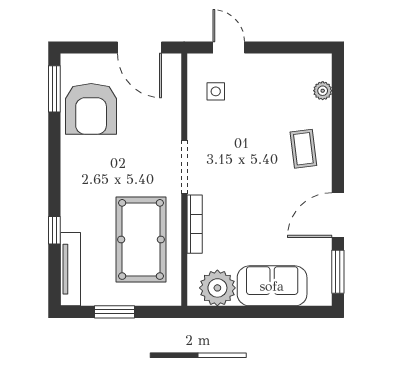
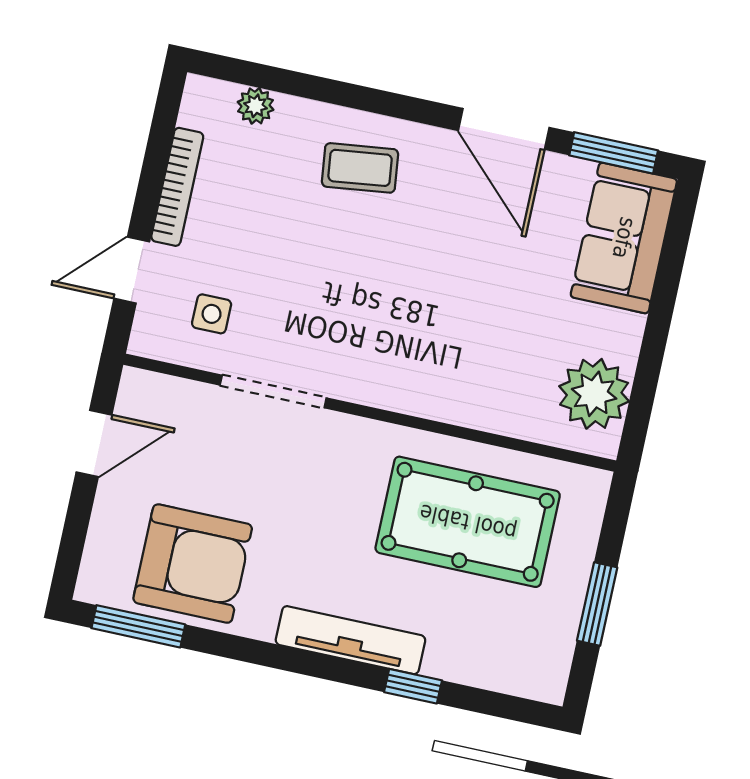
door: (139, 47) -> (94, 443), width x0.73
doorway: (184, 167) -> (273, 392), moved
bookcase: (195, 224) -> (177, 187), moved, turned 90
tv unit: (70, 269) -> (350, 640), moved
sofa: (272, 286) -> (624, 238), moved

